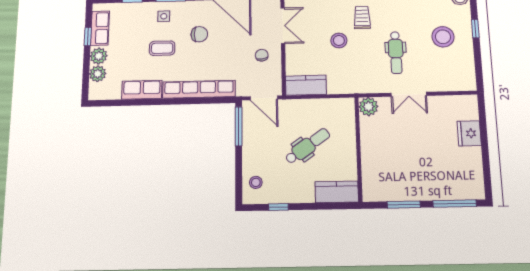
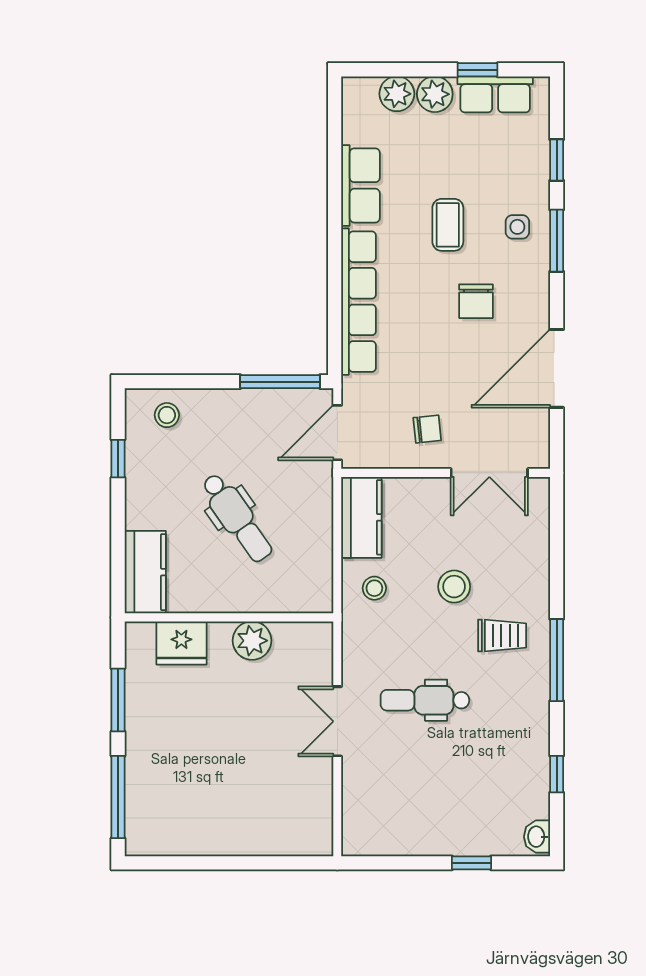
stool: (443, 37) -> (374, 588), moved, width x0.53, depth x0.53
plant: (368, 107) -> (252, 641), moved
fridge: (469, 133) -> (181, 643), moved, turned 180

